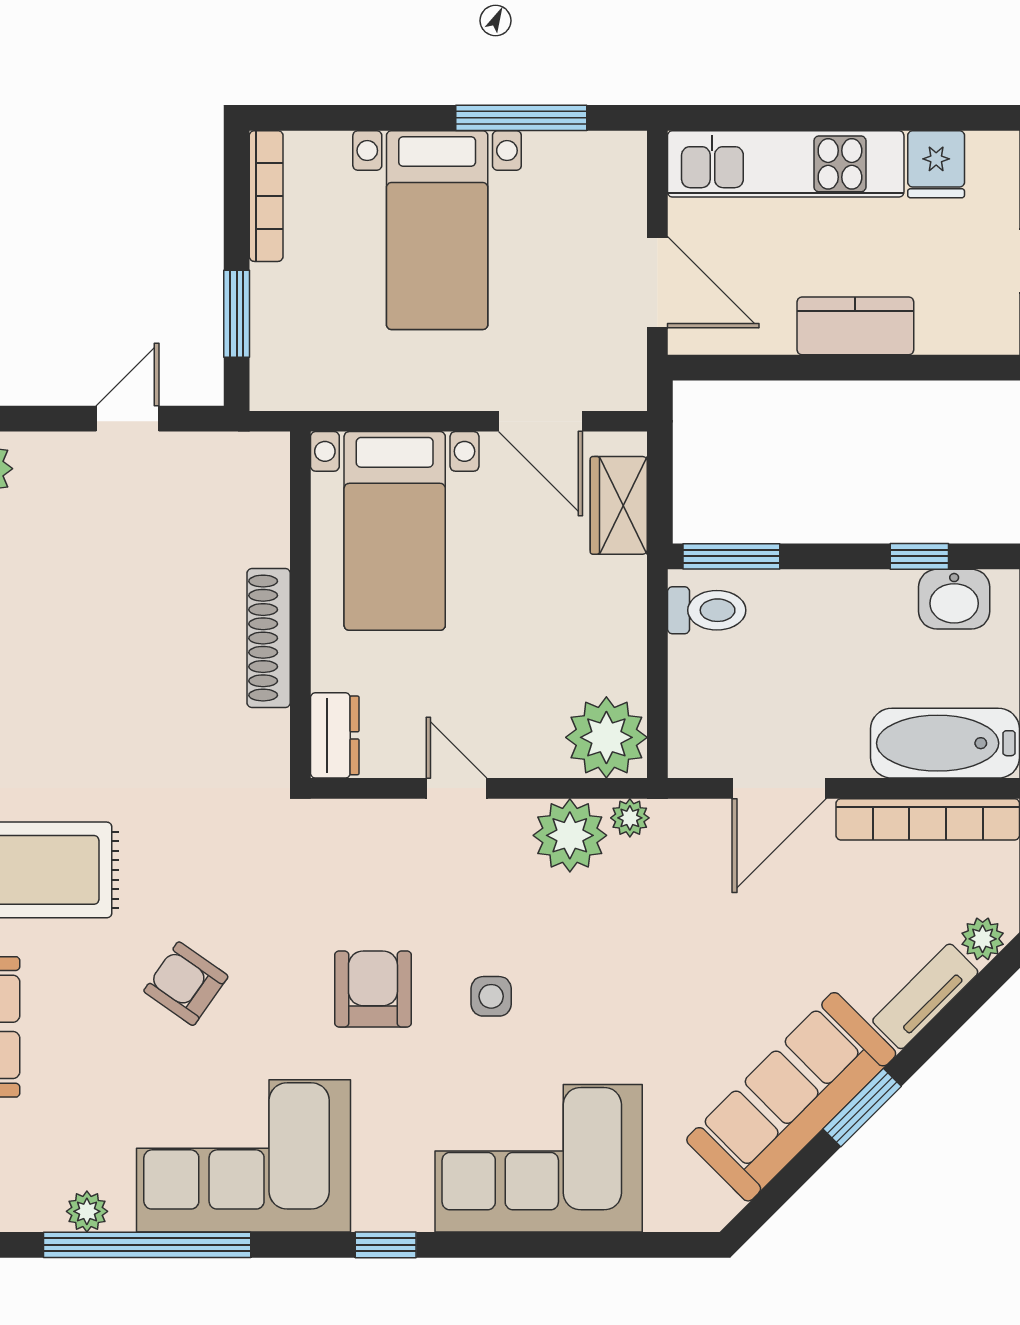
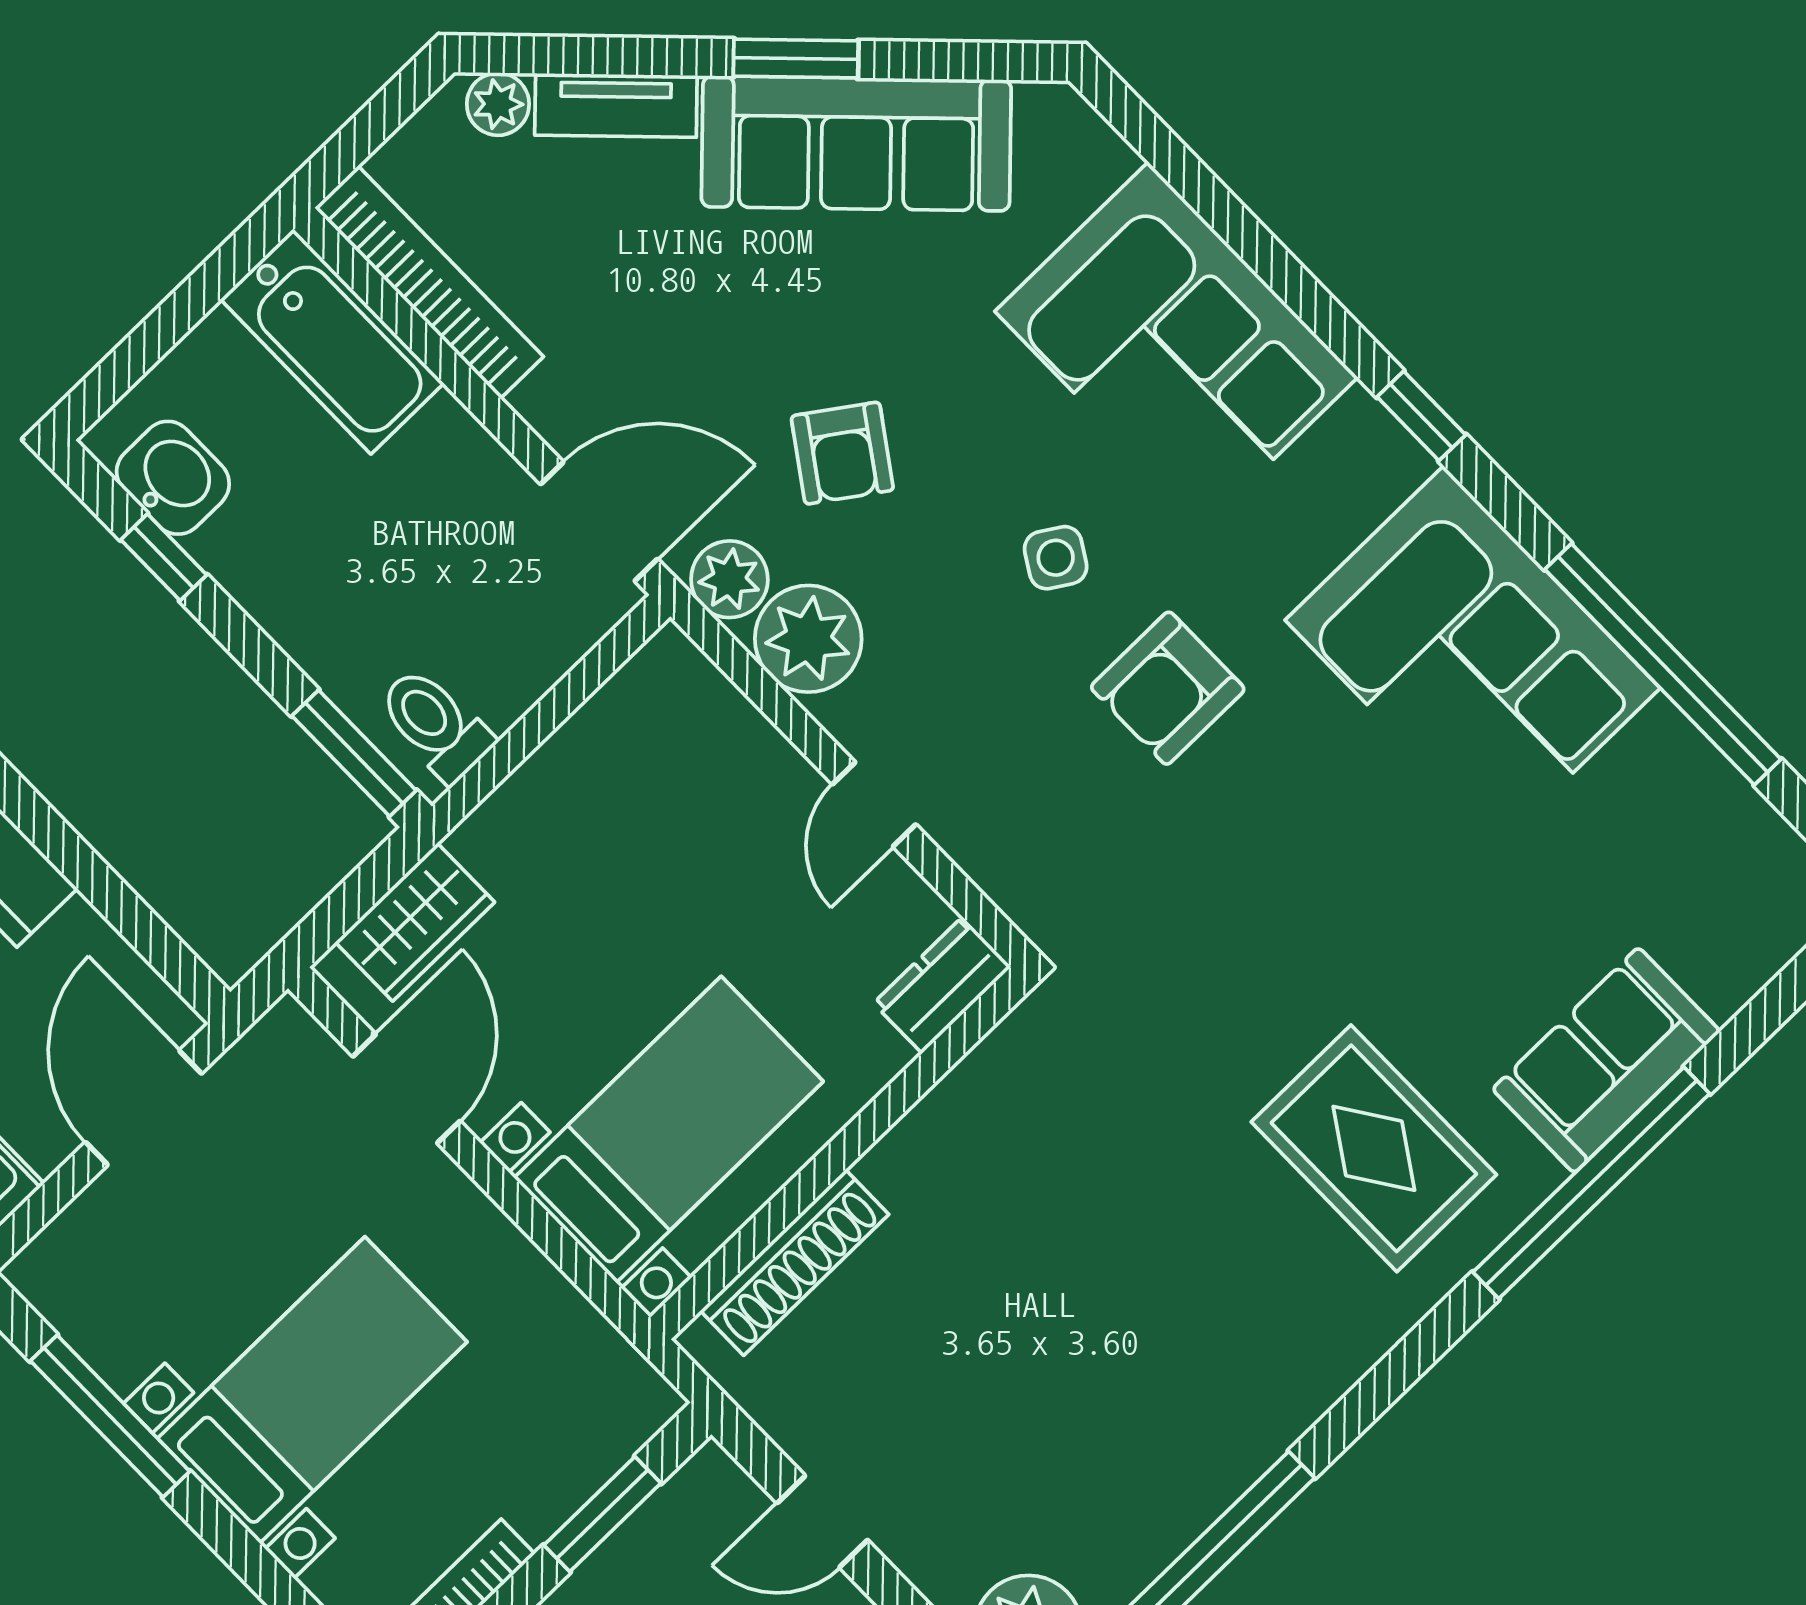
shoe rack: (269, 638) -> (794, 1262), moved
plant: (606, 737) -> (669, 700), removed
door: (779, 788) -> (599, 521), moved
plant: (630, 818) -> (729, 579), width x1.38, depth x1.38
armchair: (186, 984) -> (842, 453), moved
side table: (491, 996) -> (1056, 558), turned 32
plant: (87, 1211) -> (1689, 761), removed

